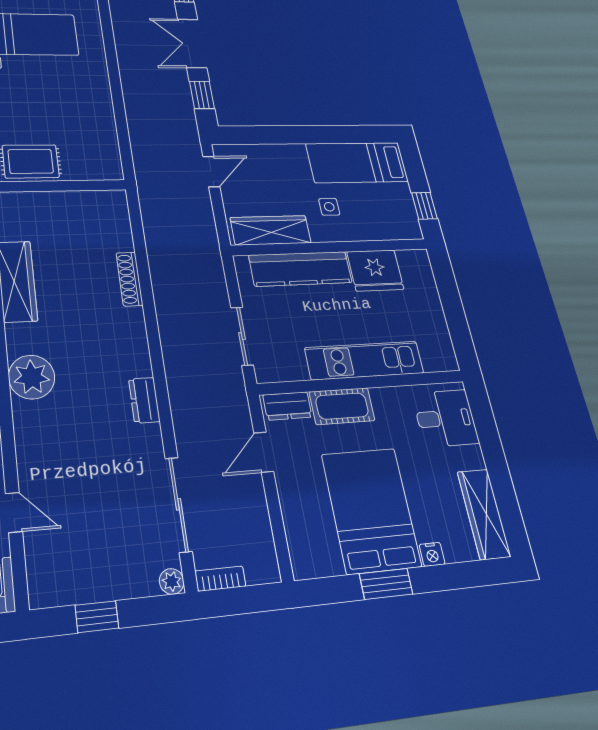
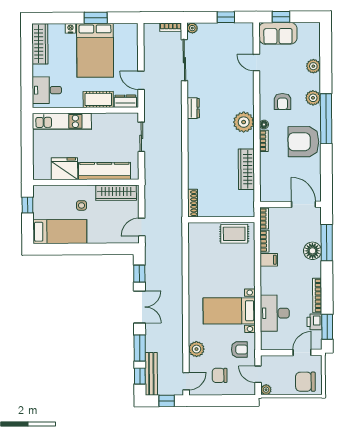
shoe rack: (129, 279) -> (193, 203), moved
kitchen unit: (364, 360) -> (62, 121), moved
door: (264, 452) -> (141, 80), swing flipped

